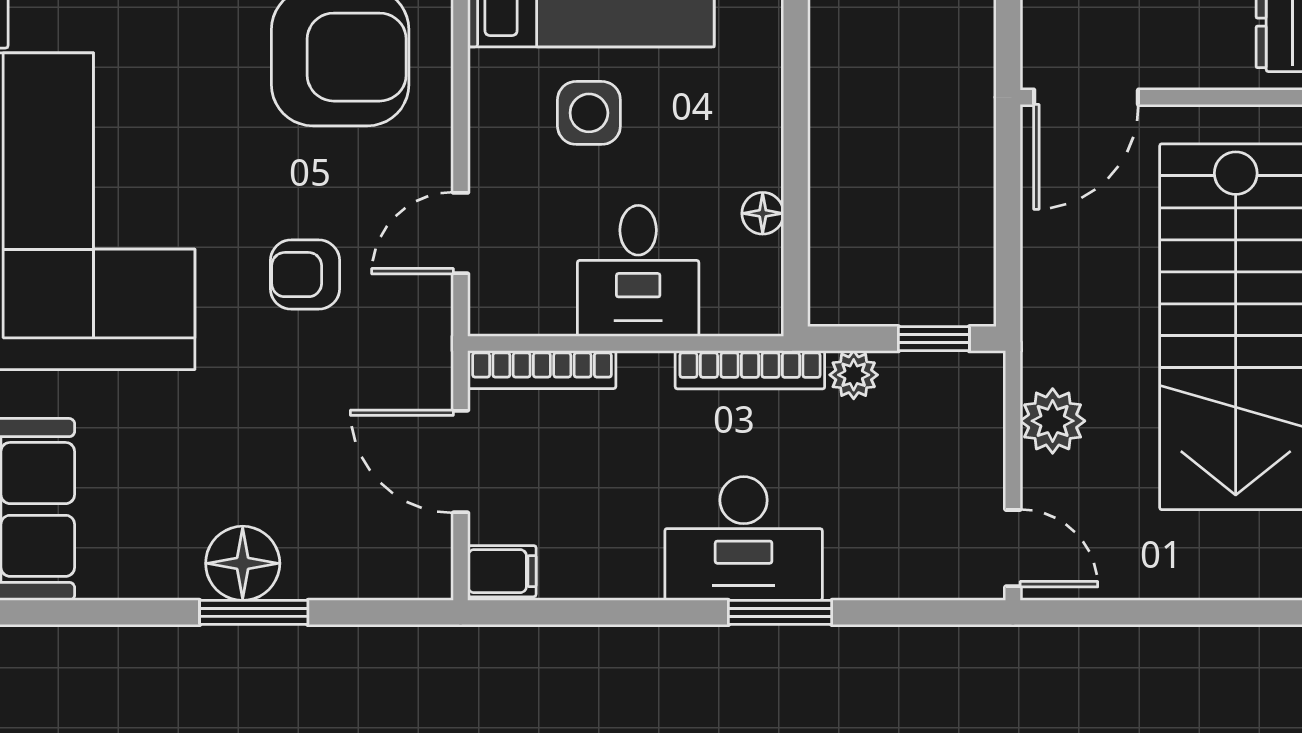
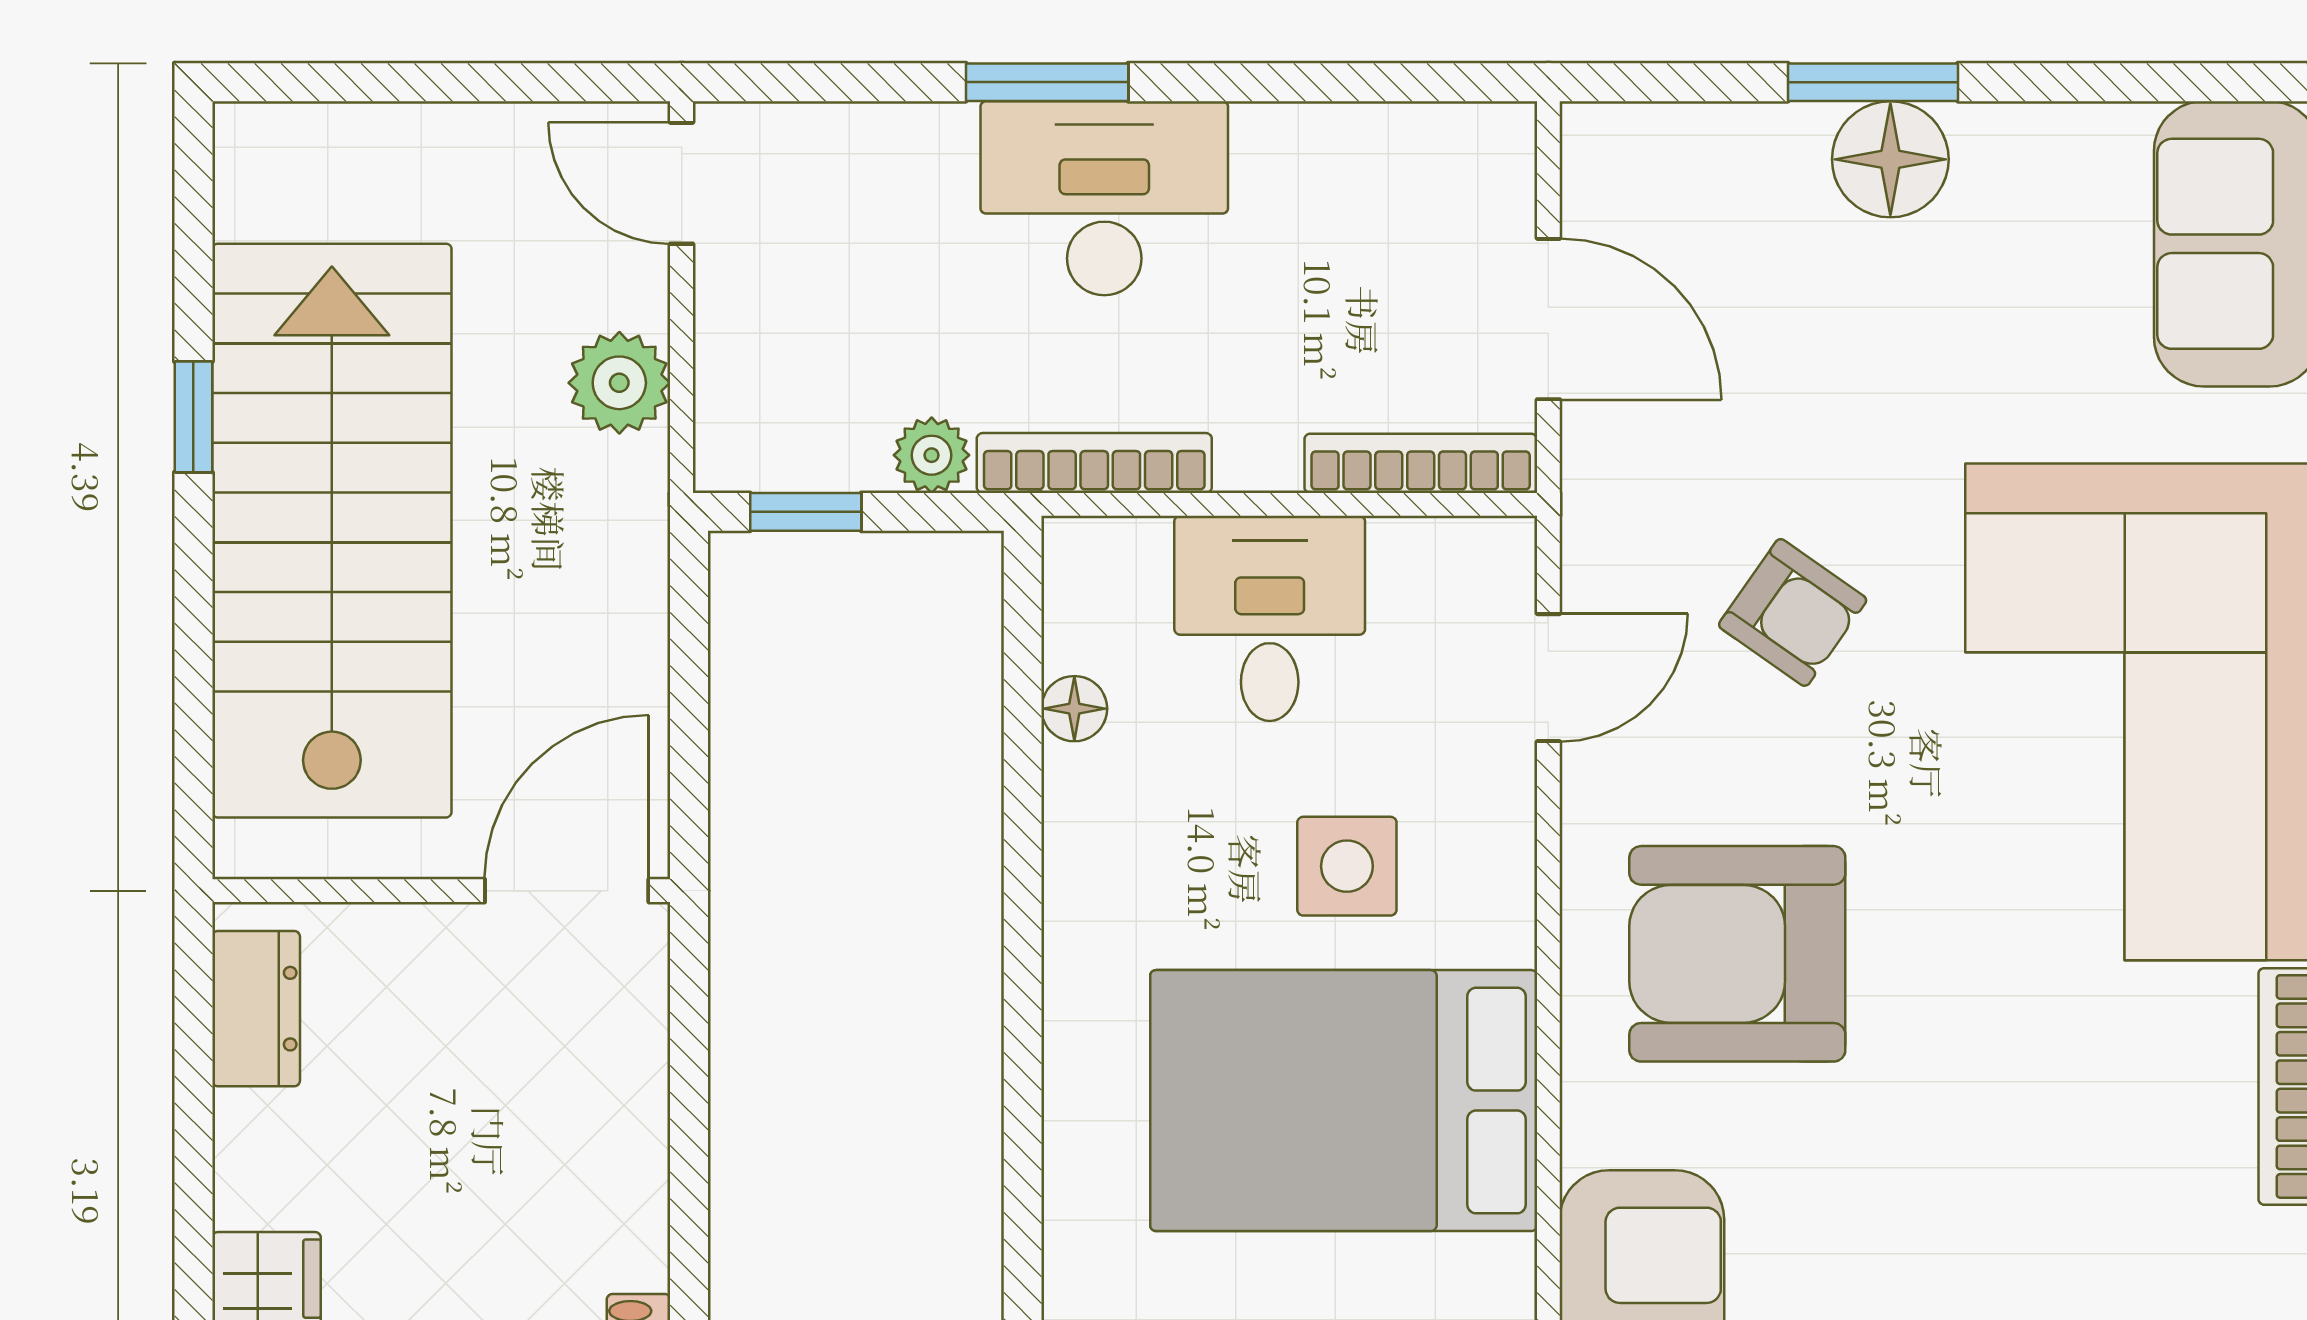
armchair: (305, 275) -> (1793, 612), turned 35
filing cabinet: (502, 571) -> (1484, 147), removed

